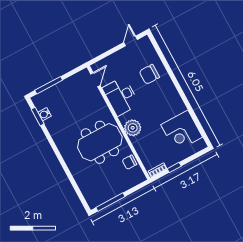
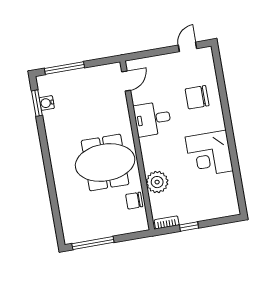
desk: (121, 96) -> (152, 119), width x0.73
plant: (133, 128) -> (157, 182), moved
corner desk: (182, 131) -> (209, 154), moved

